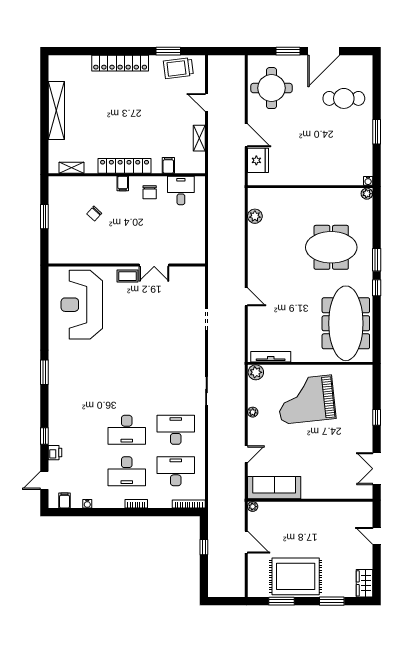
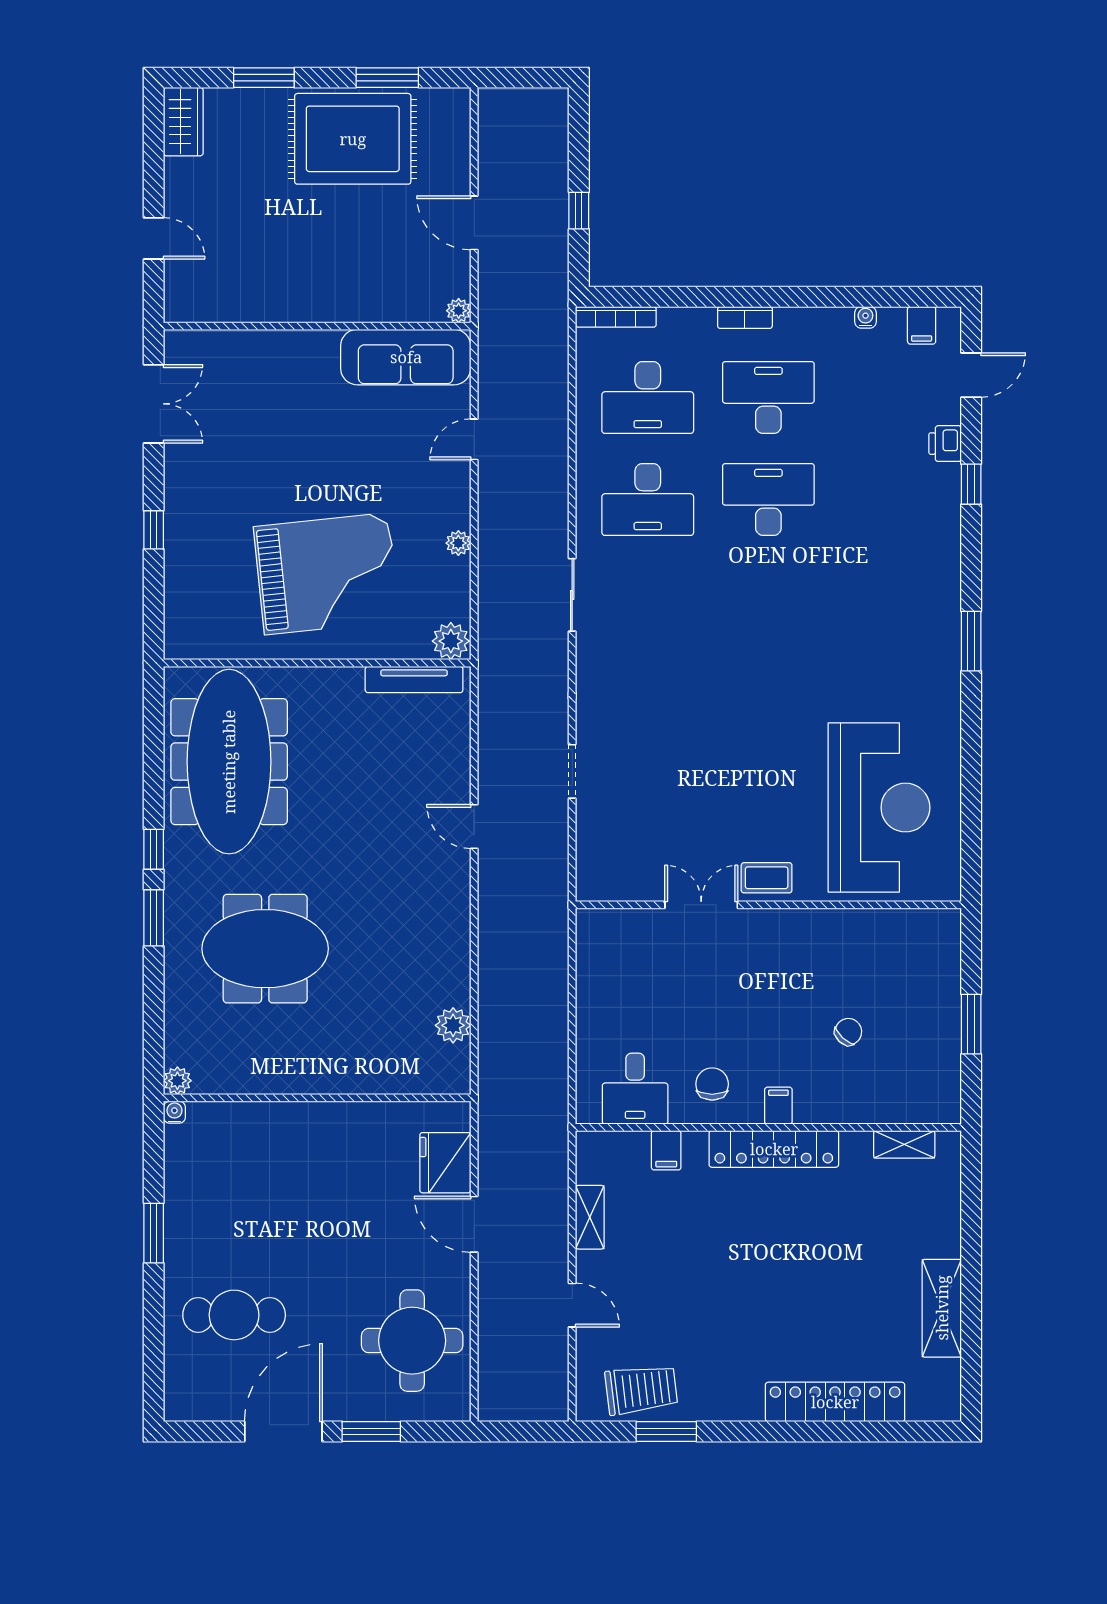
locker: (120, 63) -> (835, 1402), moved
shelving: (56, 110) -> (942, 1308), width x0.68

